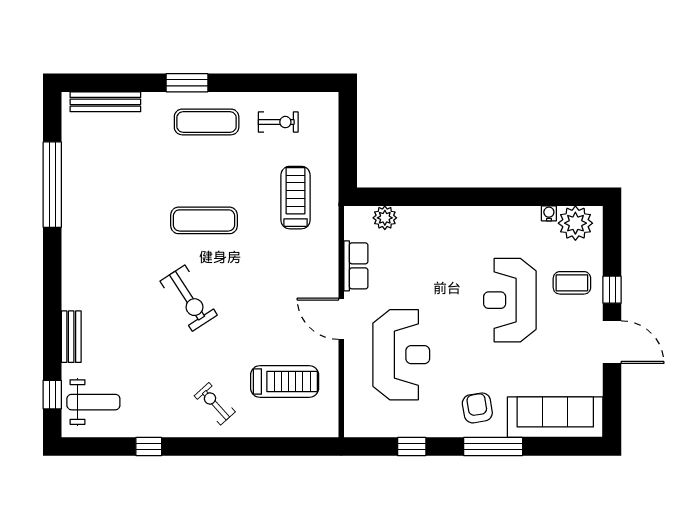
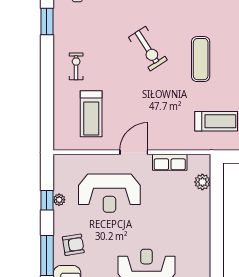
exercise bike: (189, 298) -> (148, 49), turned -90
exercise bike: (215, 404) -> (76, 66), turned -48
plant: (411, 429) -> (59, 200), added
window: (149, 447) -> (47, 22), width x1.50

